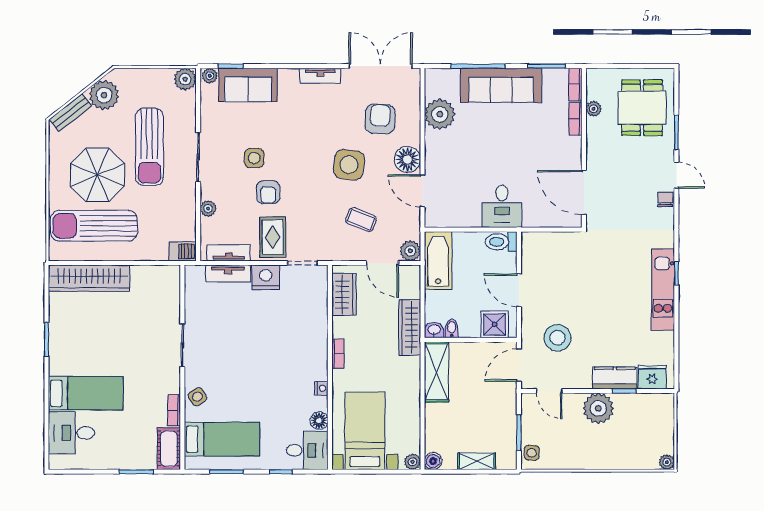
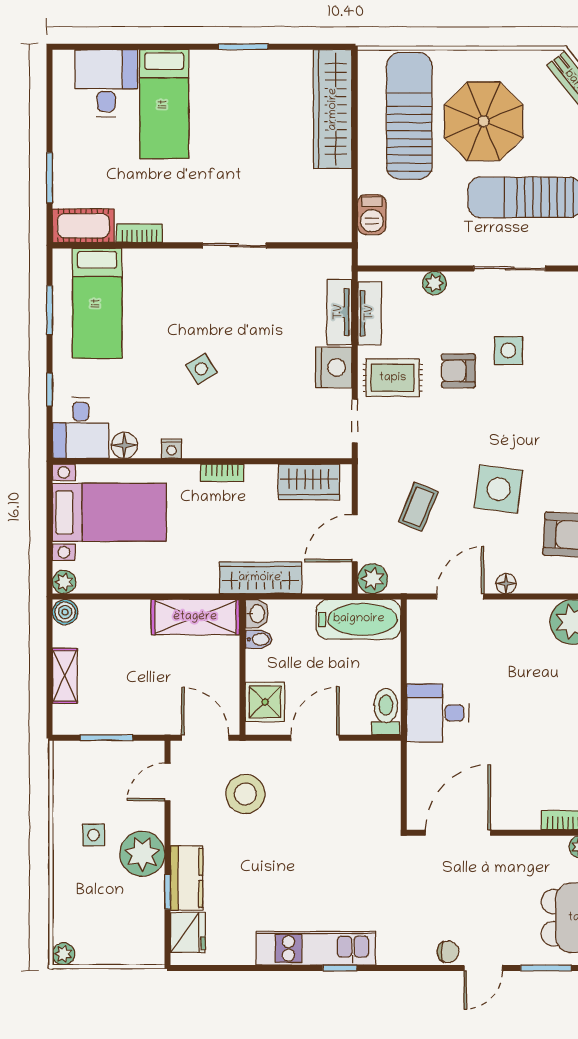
floor lamp: (407, 159) -> (506, 584), width x0.53, depth x0.53
barbecue: (182, 251) -> (372, 214), moved
side table: (197, 397) -> (201, 369), moved
side table: (532, 453) -> (94, 835), moved

